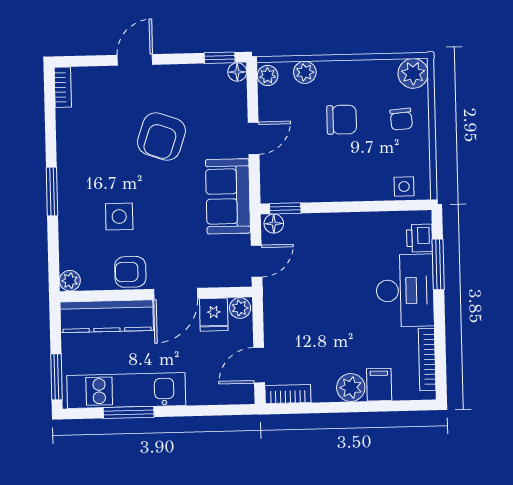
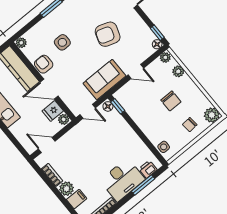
bookcase: (288, 394) -> (52, 175), moved

